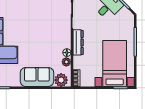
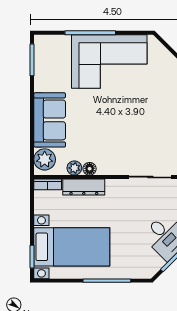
dresser: (78, 42) -> (84, 187), moved

